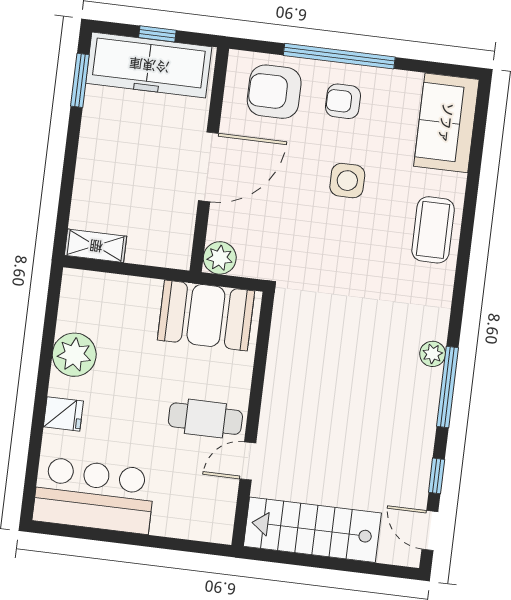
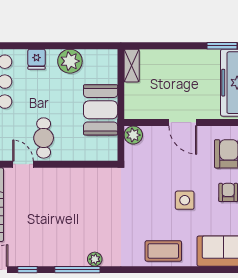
door: (208, 167) -> (183, 123), width x0.73
booth: (206, 315) -> (101, 110), moved

